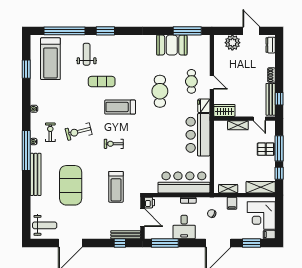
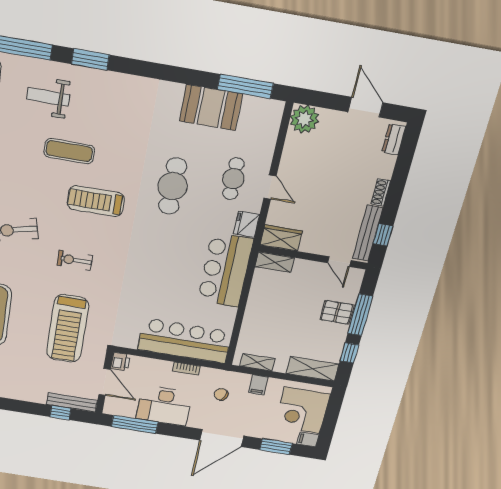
plant: (232, 43) -> (305, 119), moved
weight bench: (87, 54) -> (48, 97), turned -90
shelving: (238, 125) -> (275, 262), moved
treadmill: (116, 187) -> (67, 329), width x1.37, depth x1.38
desk: (184, 227) -> (164, 406), width x1.37

